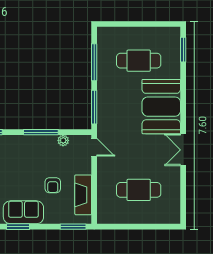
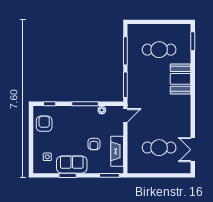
booth: (161, 107) -> (181, 79), width x0.73, depth x0.70
door: (94, 147) -> (125, 115), hinge flipped
double door: (183, 150) -> (193, 150), moved

